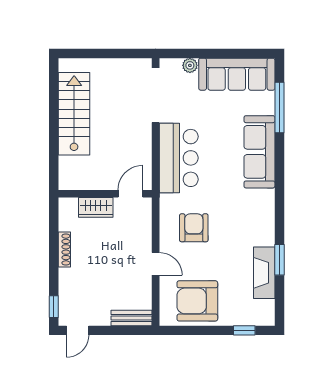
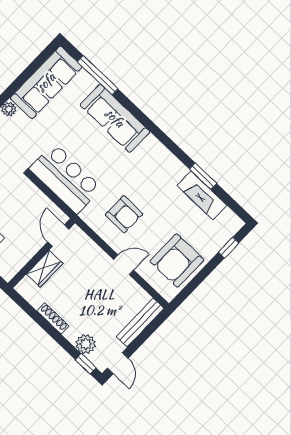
armchair: (194, 228) -> (124, 214), turned 180
plant: (69, 292) -> (86, 344), added
bench: (132, 318) -> (140, 323), width x1.36

